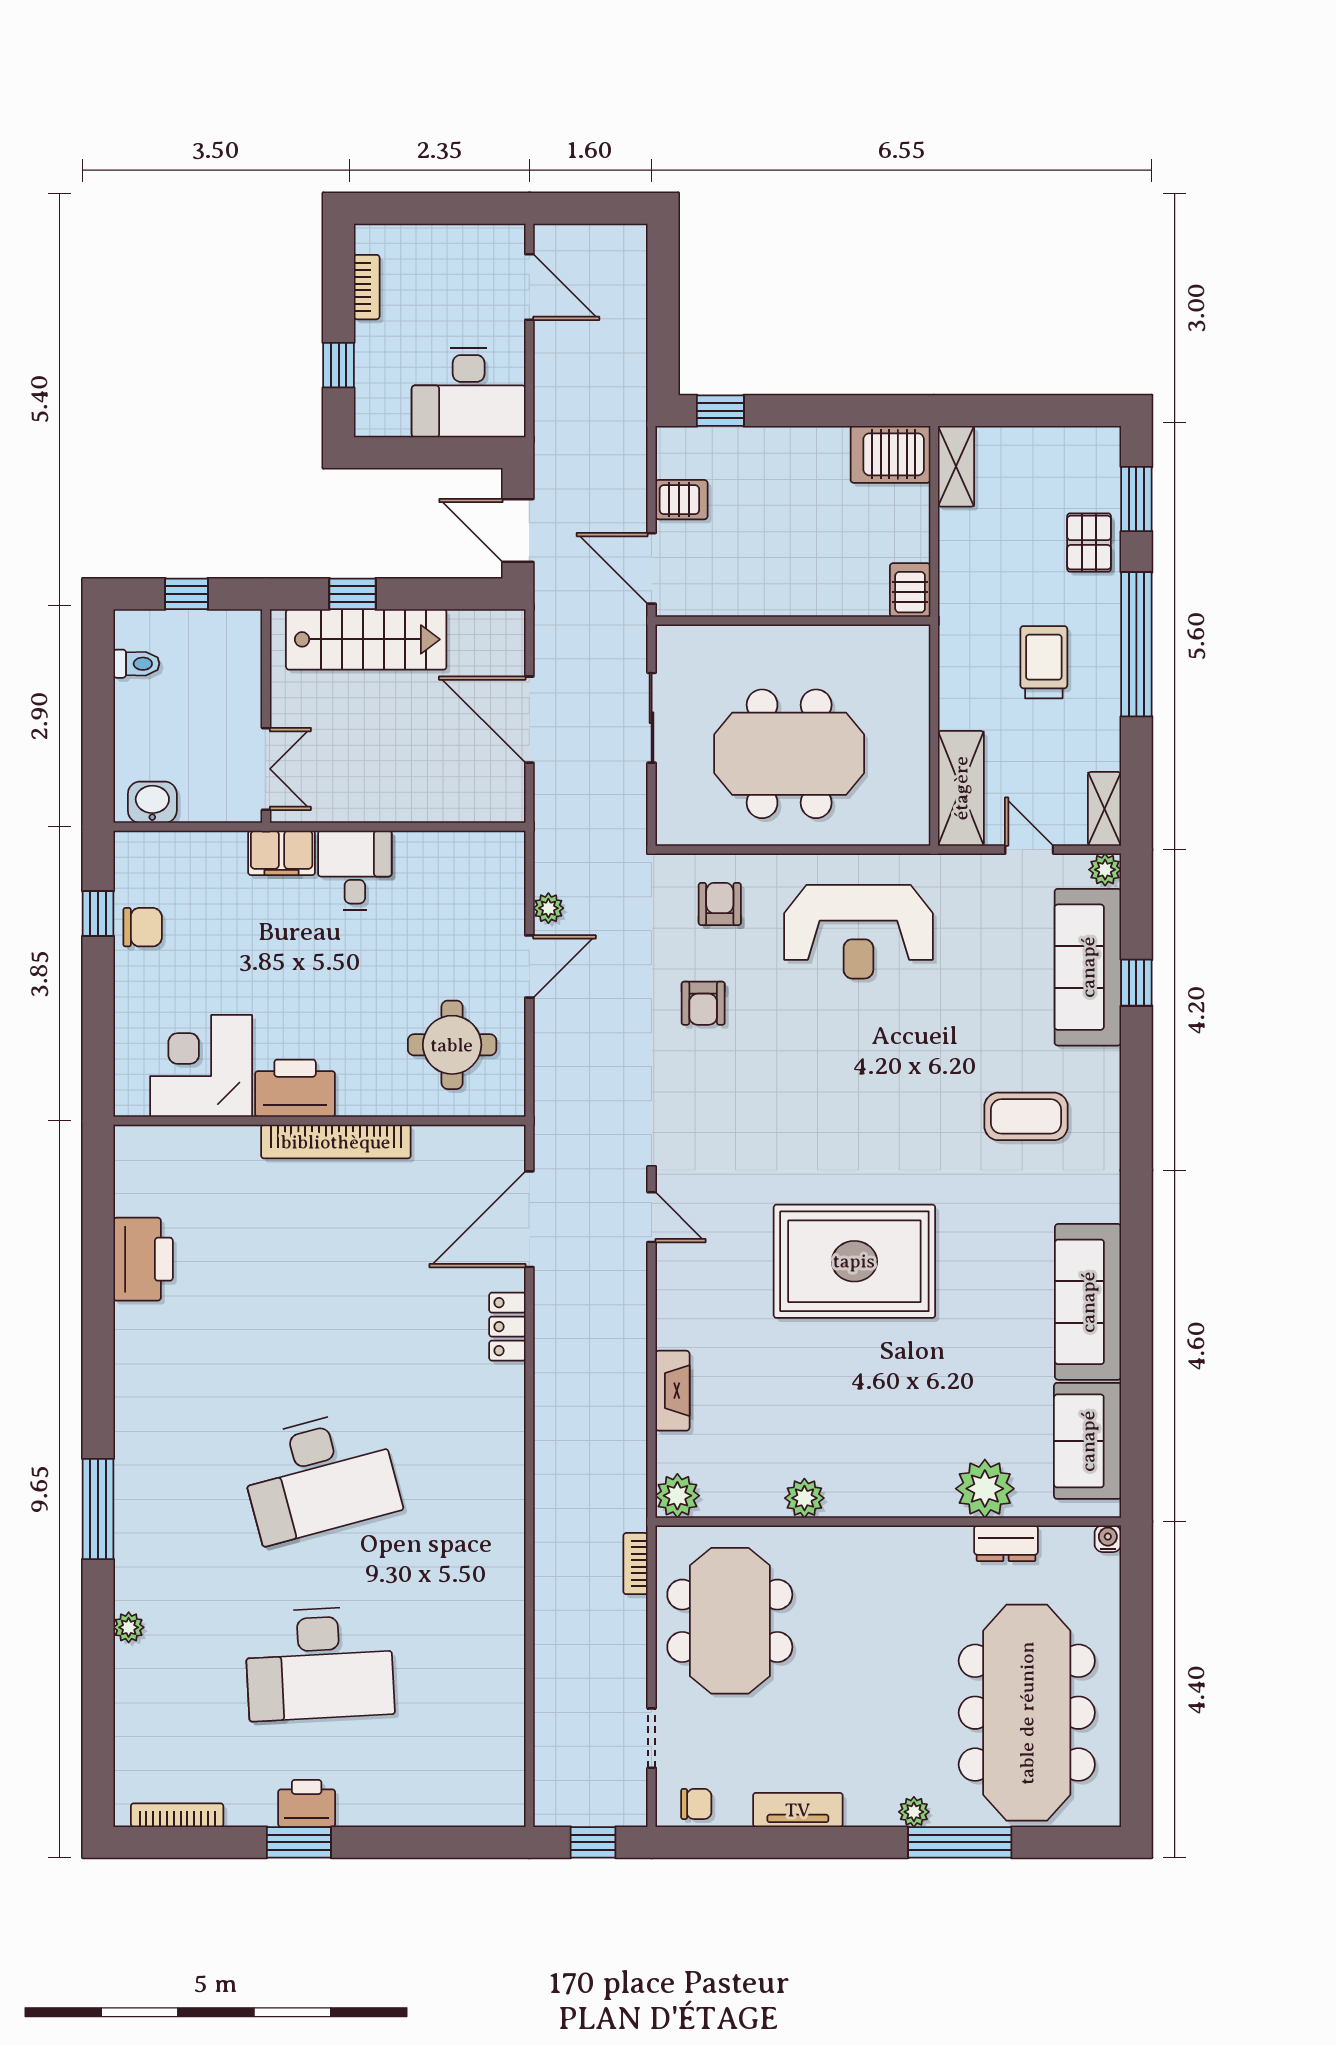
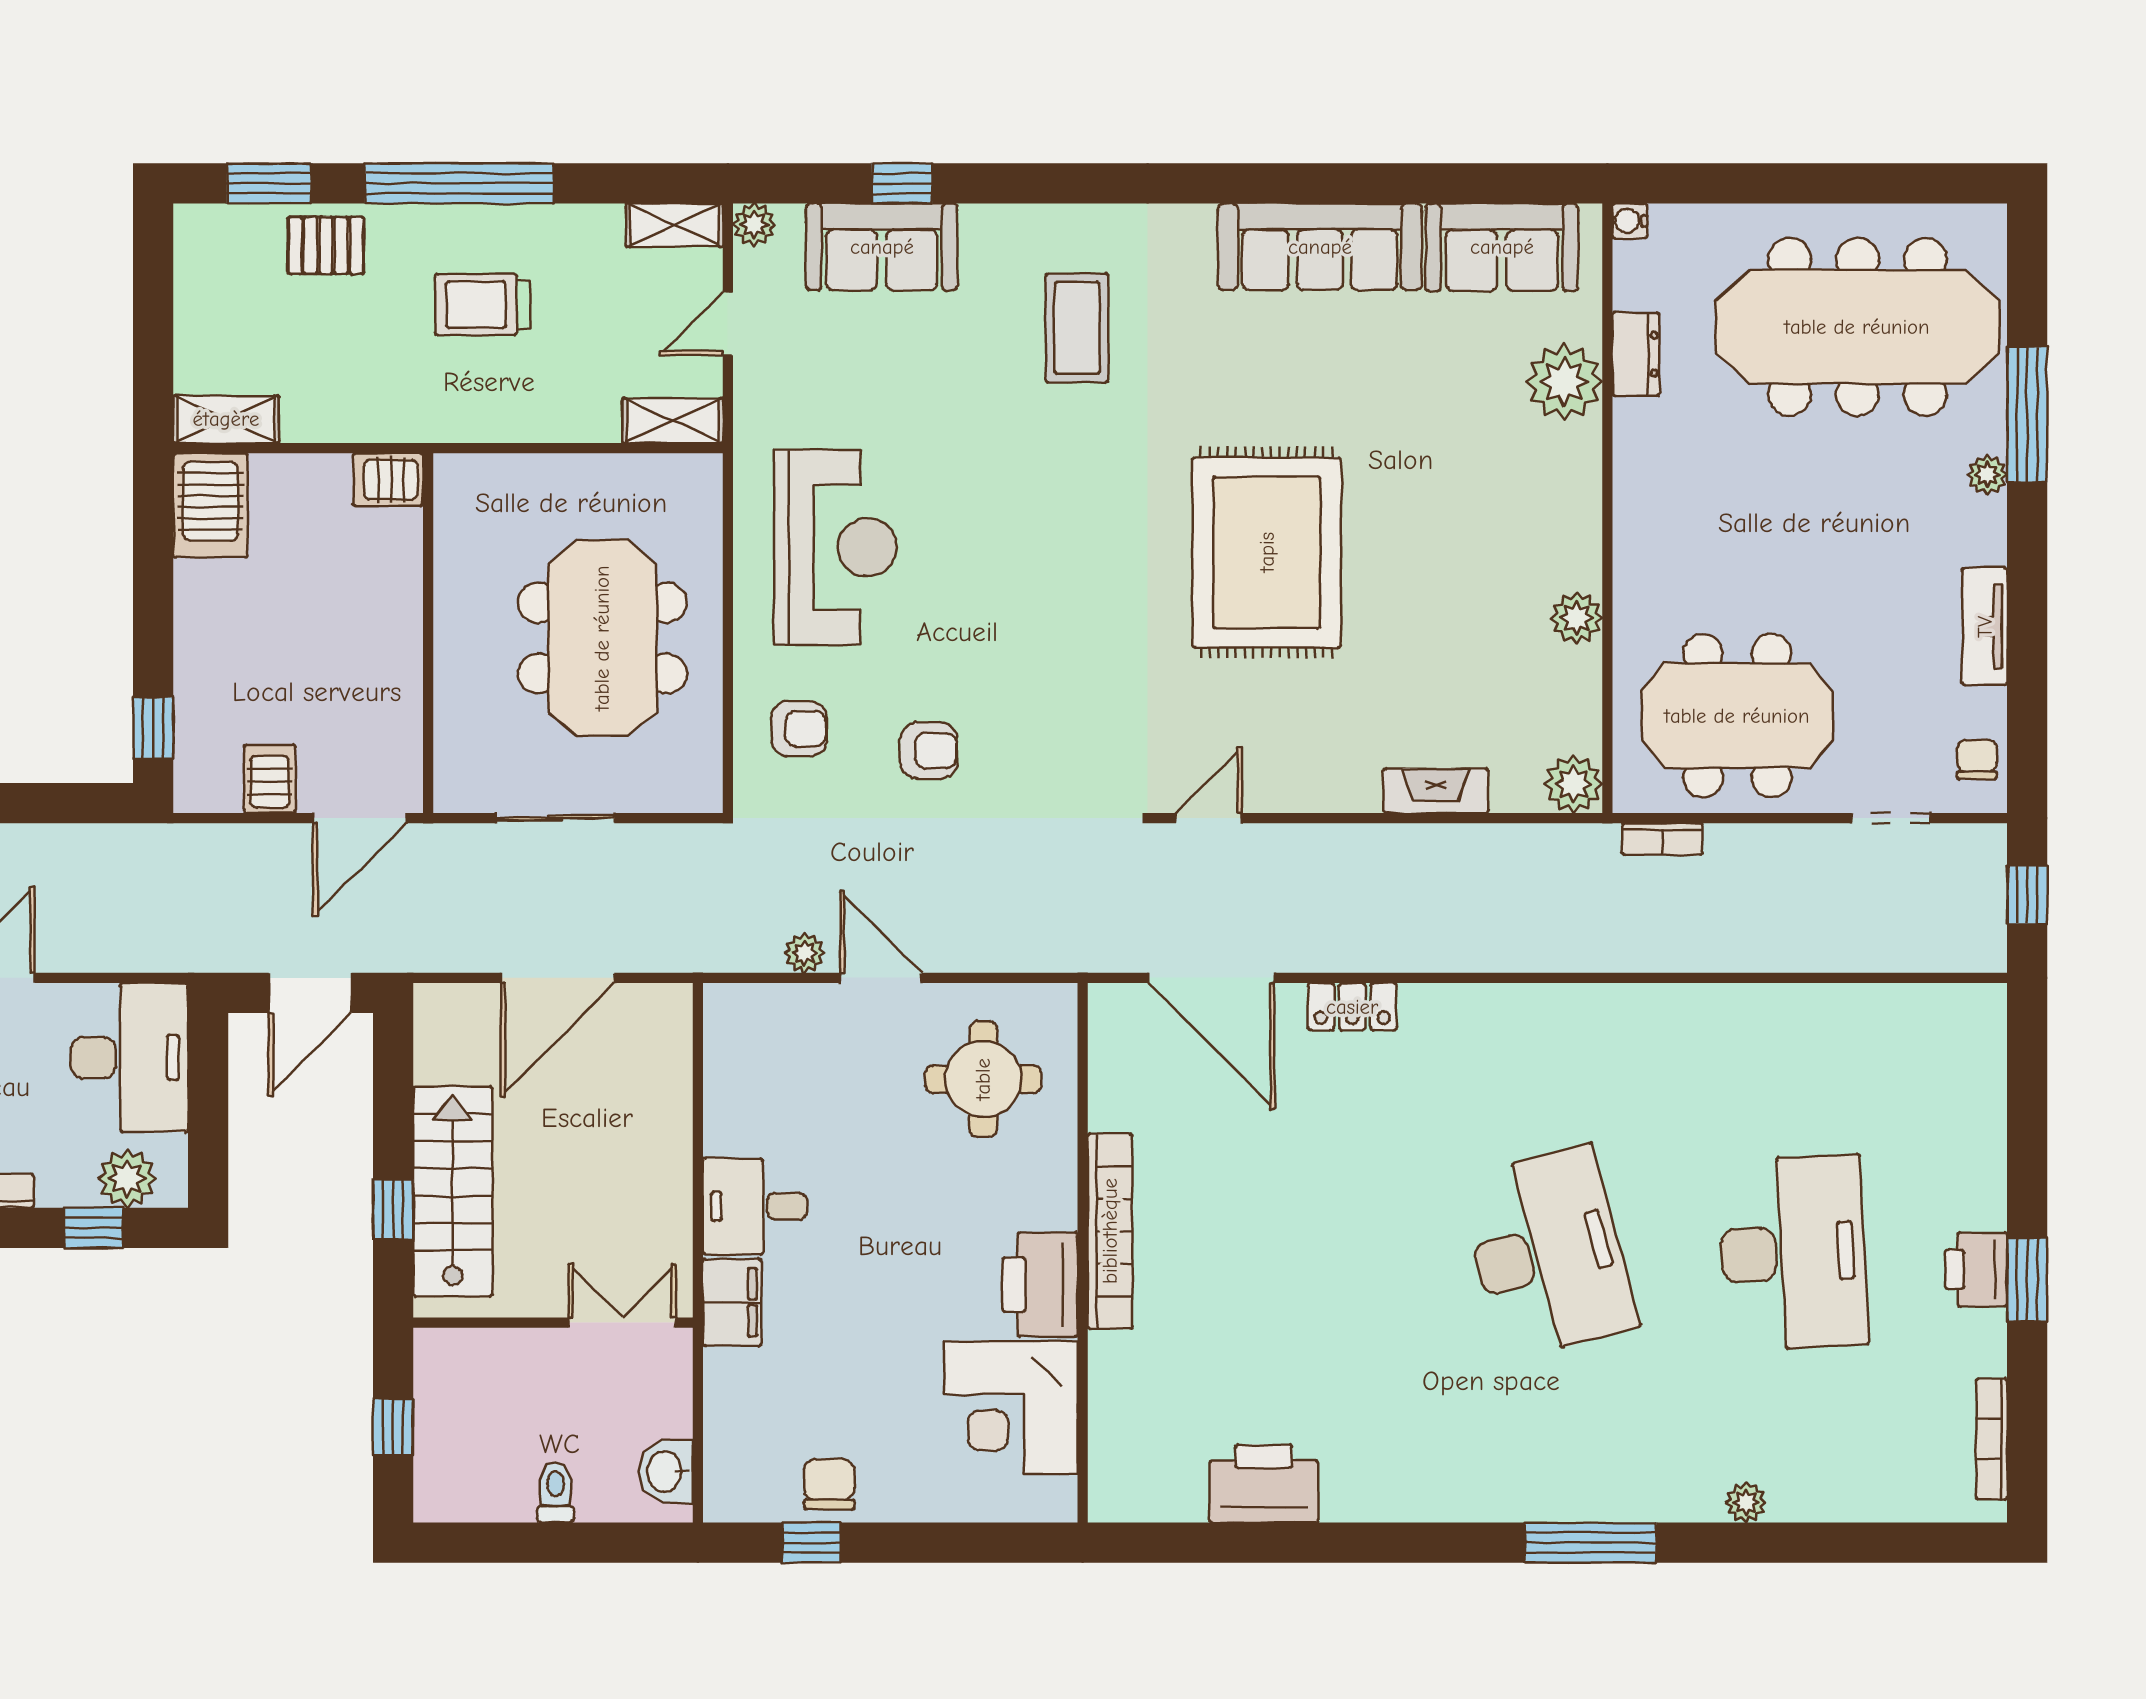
plant: (376, 391) -> (127, 1178), added
toilet: (136, 664) -> (556, 1492), moved
shelving: (961, 788) -> (673, 421), width x0.67, depth x0.75
armchair: (720, 904) -> (799, 729), turned 180
sofa: (1088, 967) -> (882, 247), width x0.73

